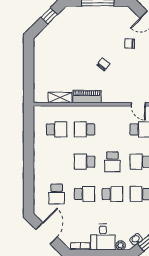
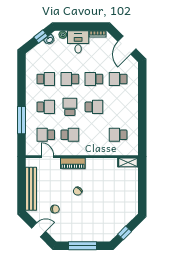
piano: (87, 96) -> (73, 163), moved
shelving: (60, 98) -> (128, 162), moved
school desk: (85, 129) -> (70, 135), moved
school desk: (57, 194) -> (118, 79), turned -90

